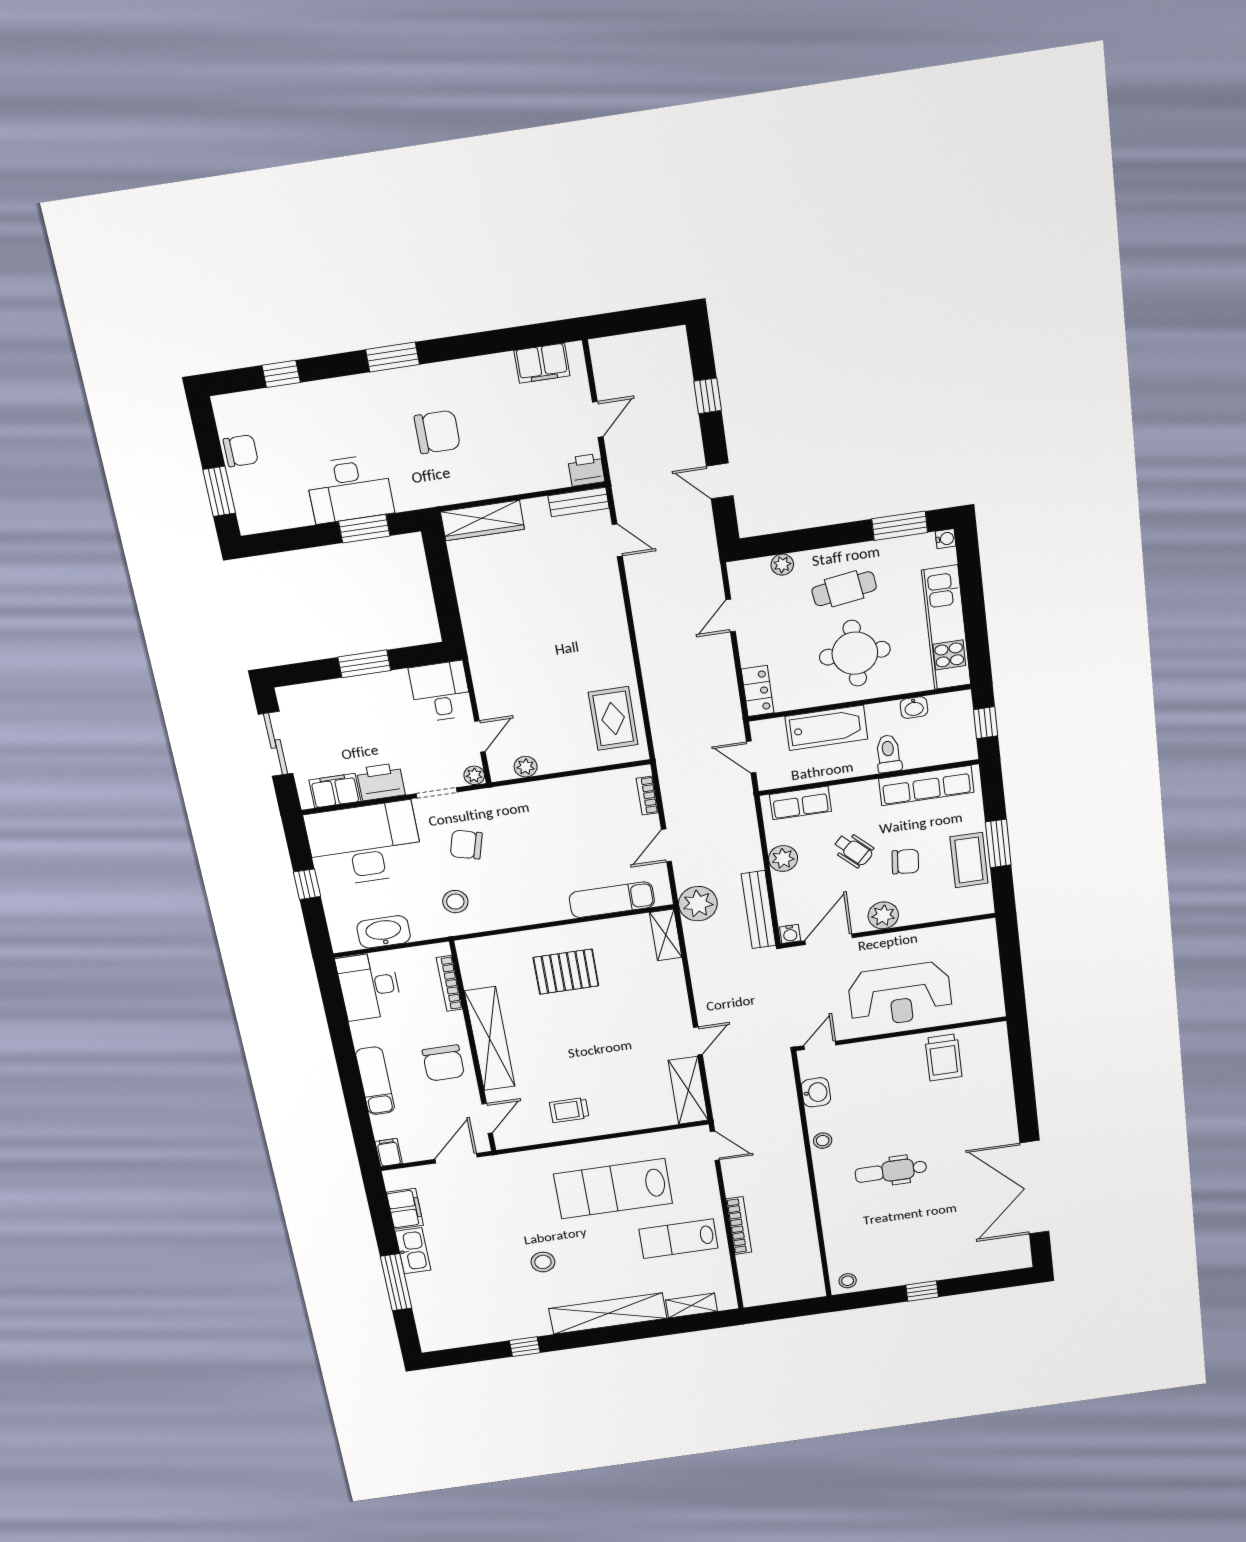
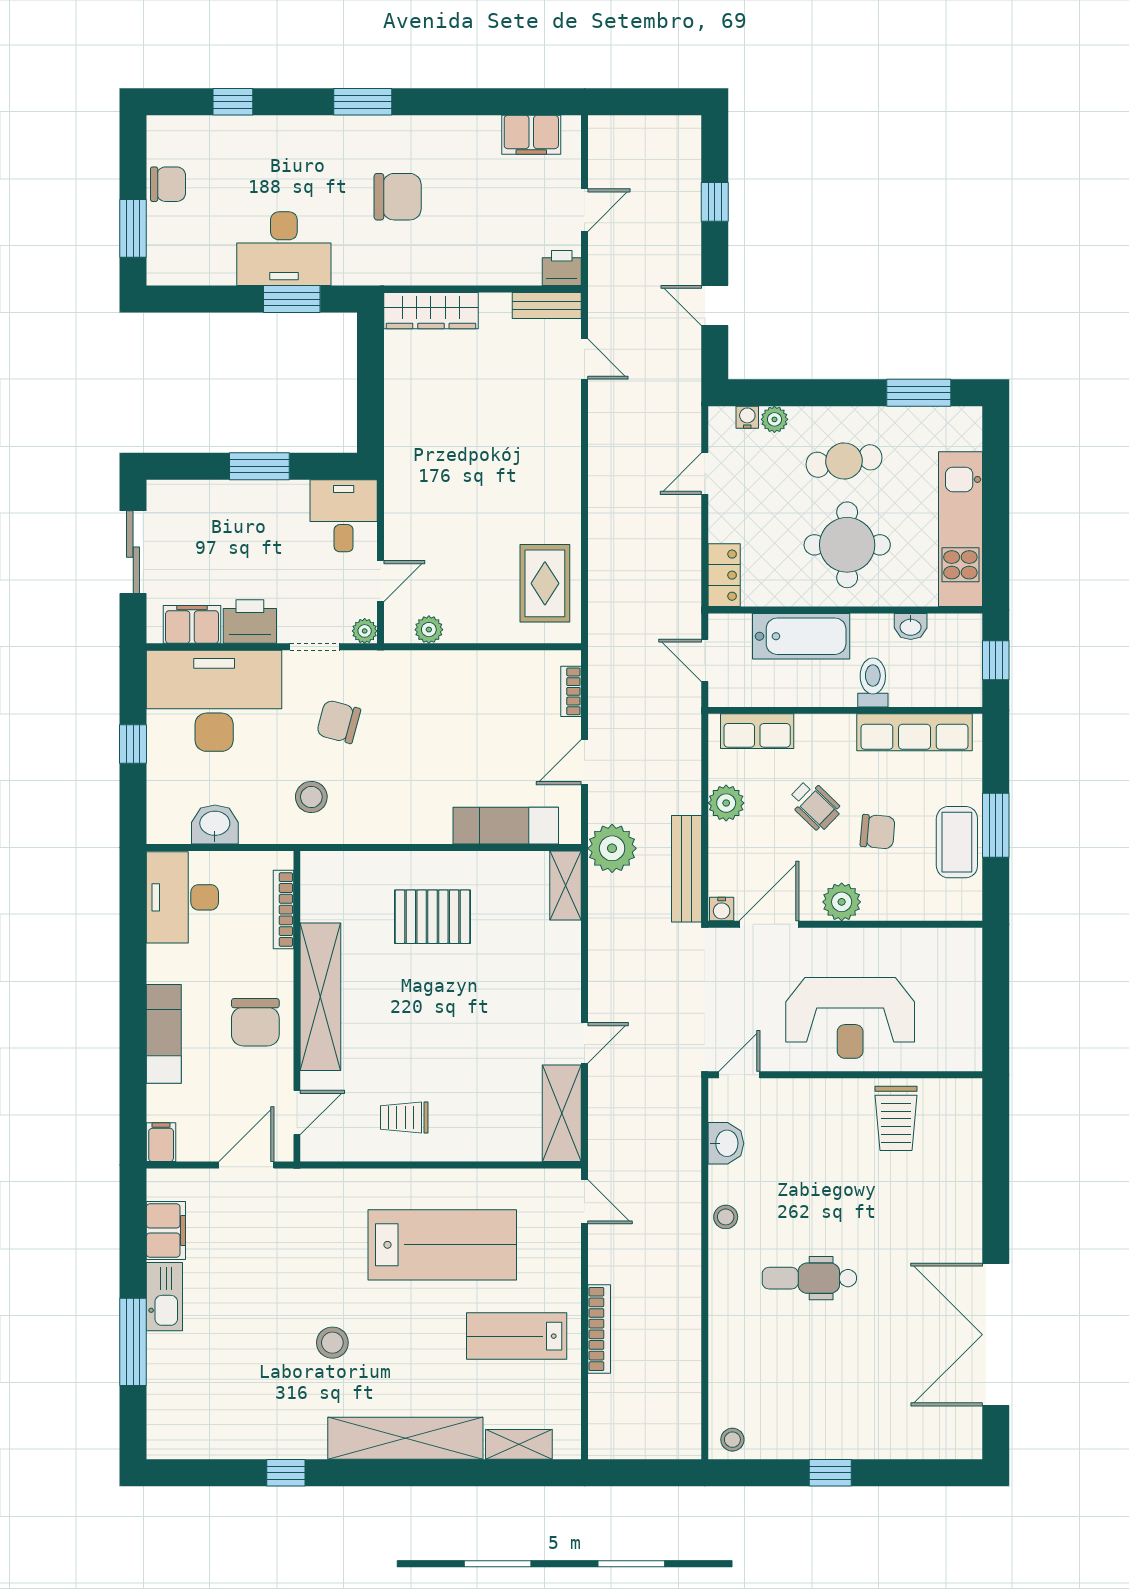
water cooler: (946, 539) -> (747, 417), moved, turned -90
washbasin: (384, 932) -> (215, 824), width x0.72
lab bench: (613, 1189) -> (442, 1245), turned 180

